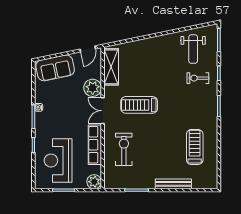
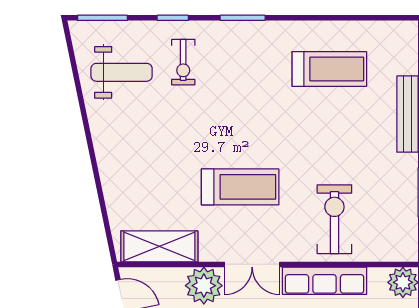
treadmill: (139, 105) -> (240, 187), turned -90
treadmill: (195, 147) -> (329, 69), turned 180
exercise bike: (124, 149) -> (334, 219), turned 90

